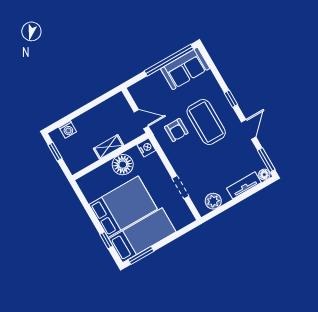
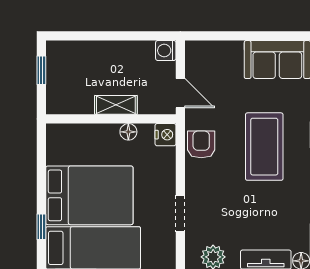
window: (169, 60) -> (262, 36), removed
washing machine: (68, 129) -> (166, 51), moved, turned 90
armchair: (176, 130) -> (201, 144), moved, turned 180
floor lamp: (123, 165) -> (128, 132), width x0.53, depth x0.53

